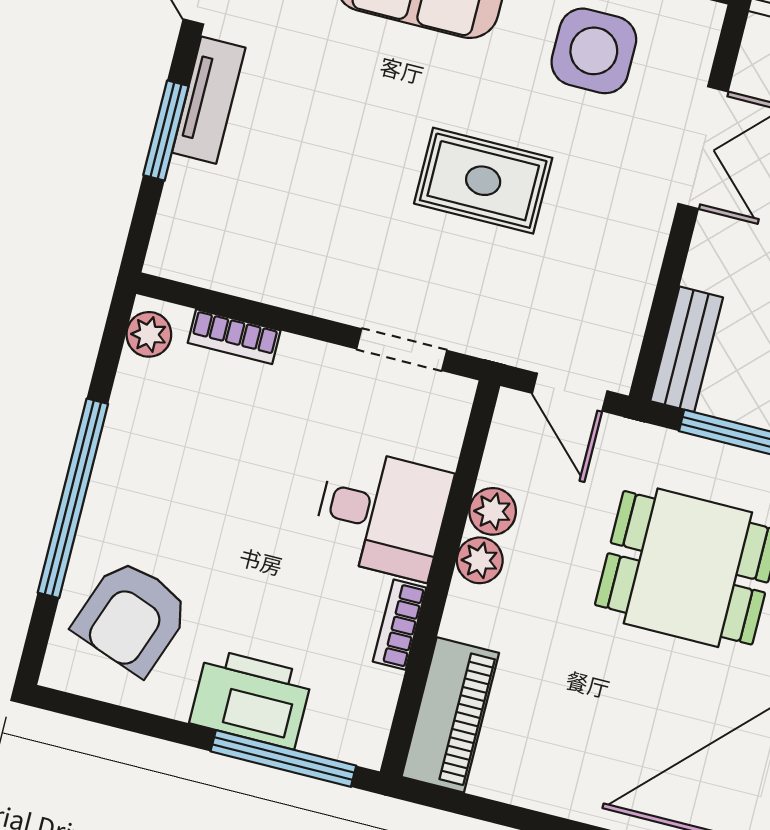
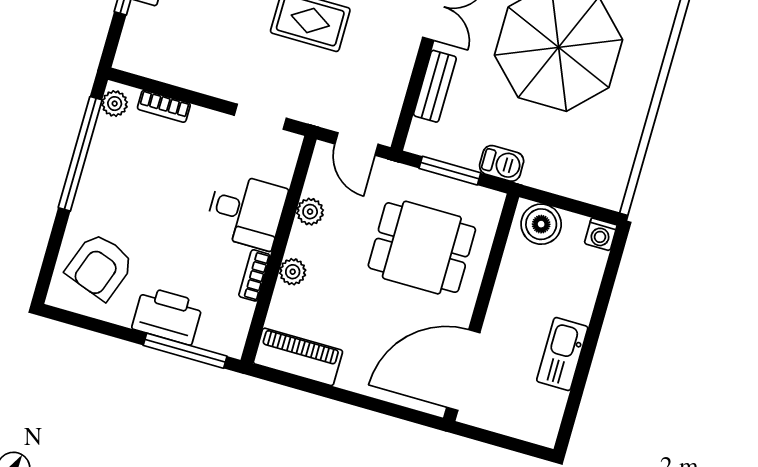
bench: (687, 349) -> (435, 86), moved
window: (73, 498) -> (80, 154), moved
plant: (480, 560) -> (293, 272), moved
piano: (450, 715) -> (298, 357), moved, turned -90

